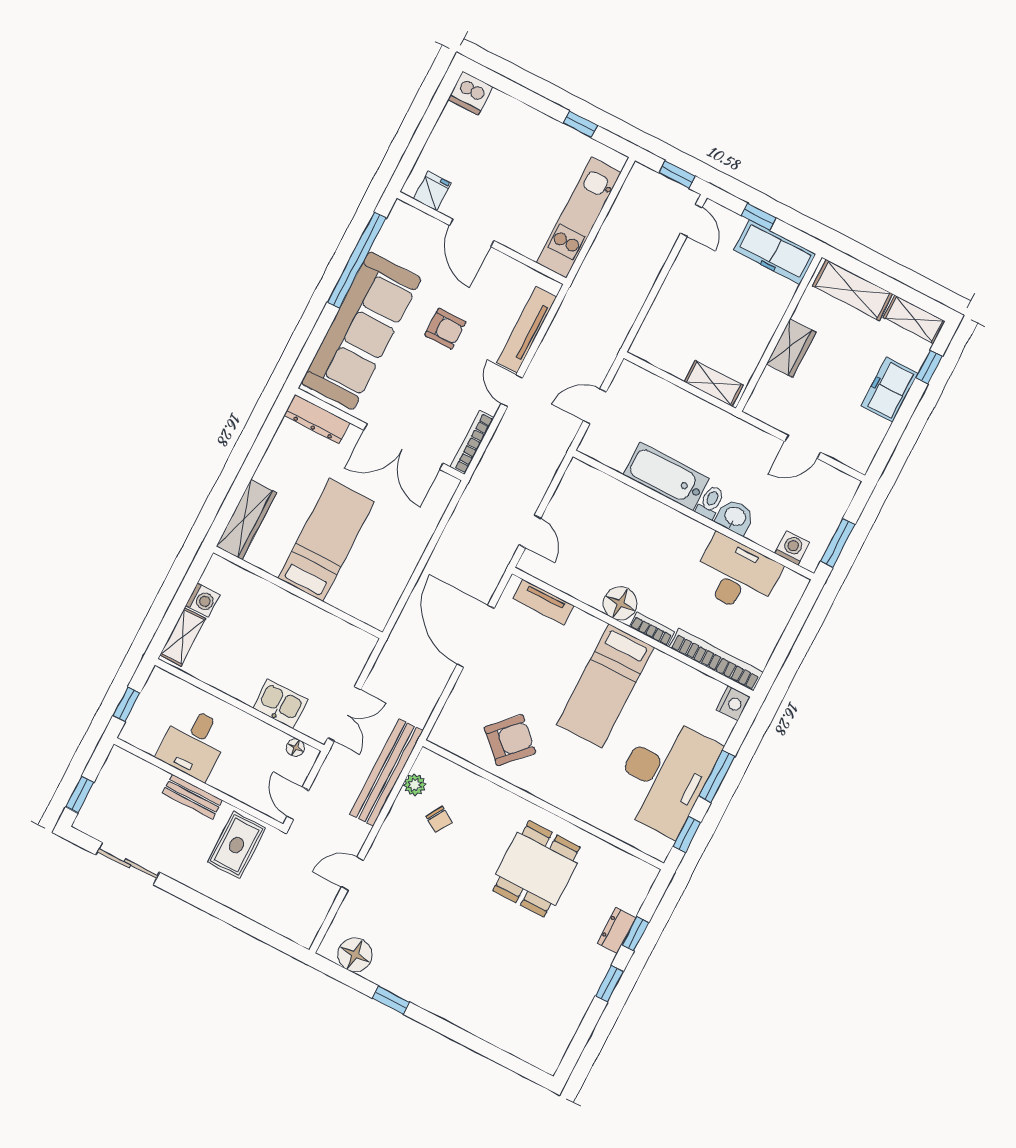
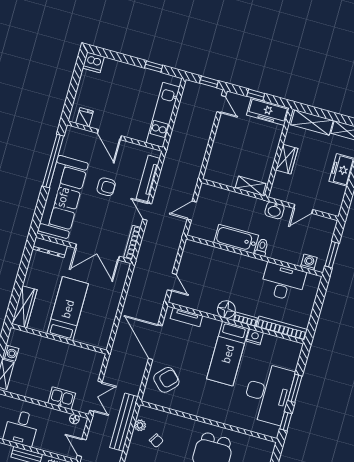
washbasin: (735, 517) -> (274, 210), moved, turned 180
nightstand: (733, 703) -> (255, 337), moved, turned -90
armchair: (510, 740) -> (166, 380), moved

